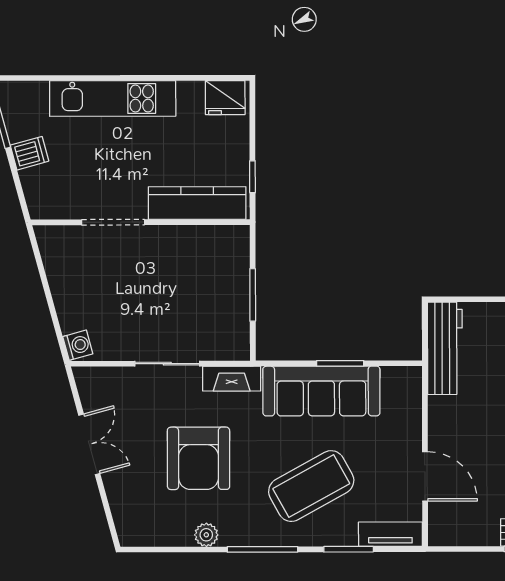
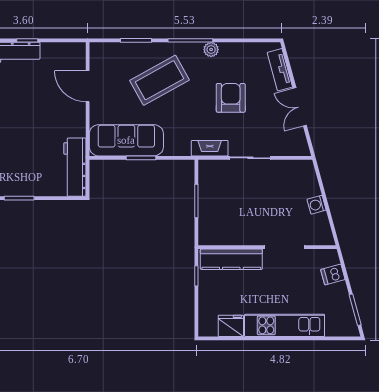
fridge: (225, 98) -> (231, 326), moved
dishwasher: (29, 153) -> (333, 275), moved
washing machine: (78, 345) -> (317, 205), moved
sofa: (321, 391) -> (126, 140), moved
armchair: (199, 458) -> (231, 98), width x0.73, depth x0.73
tv unit: (390, 534) -> (280, 70), moved, turned 75
plant: (206, 535) -> (211, 50), moved

